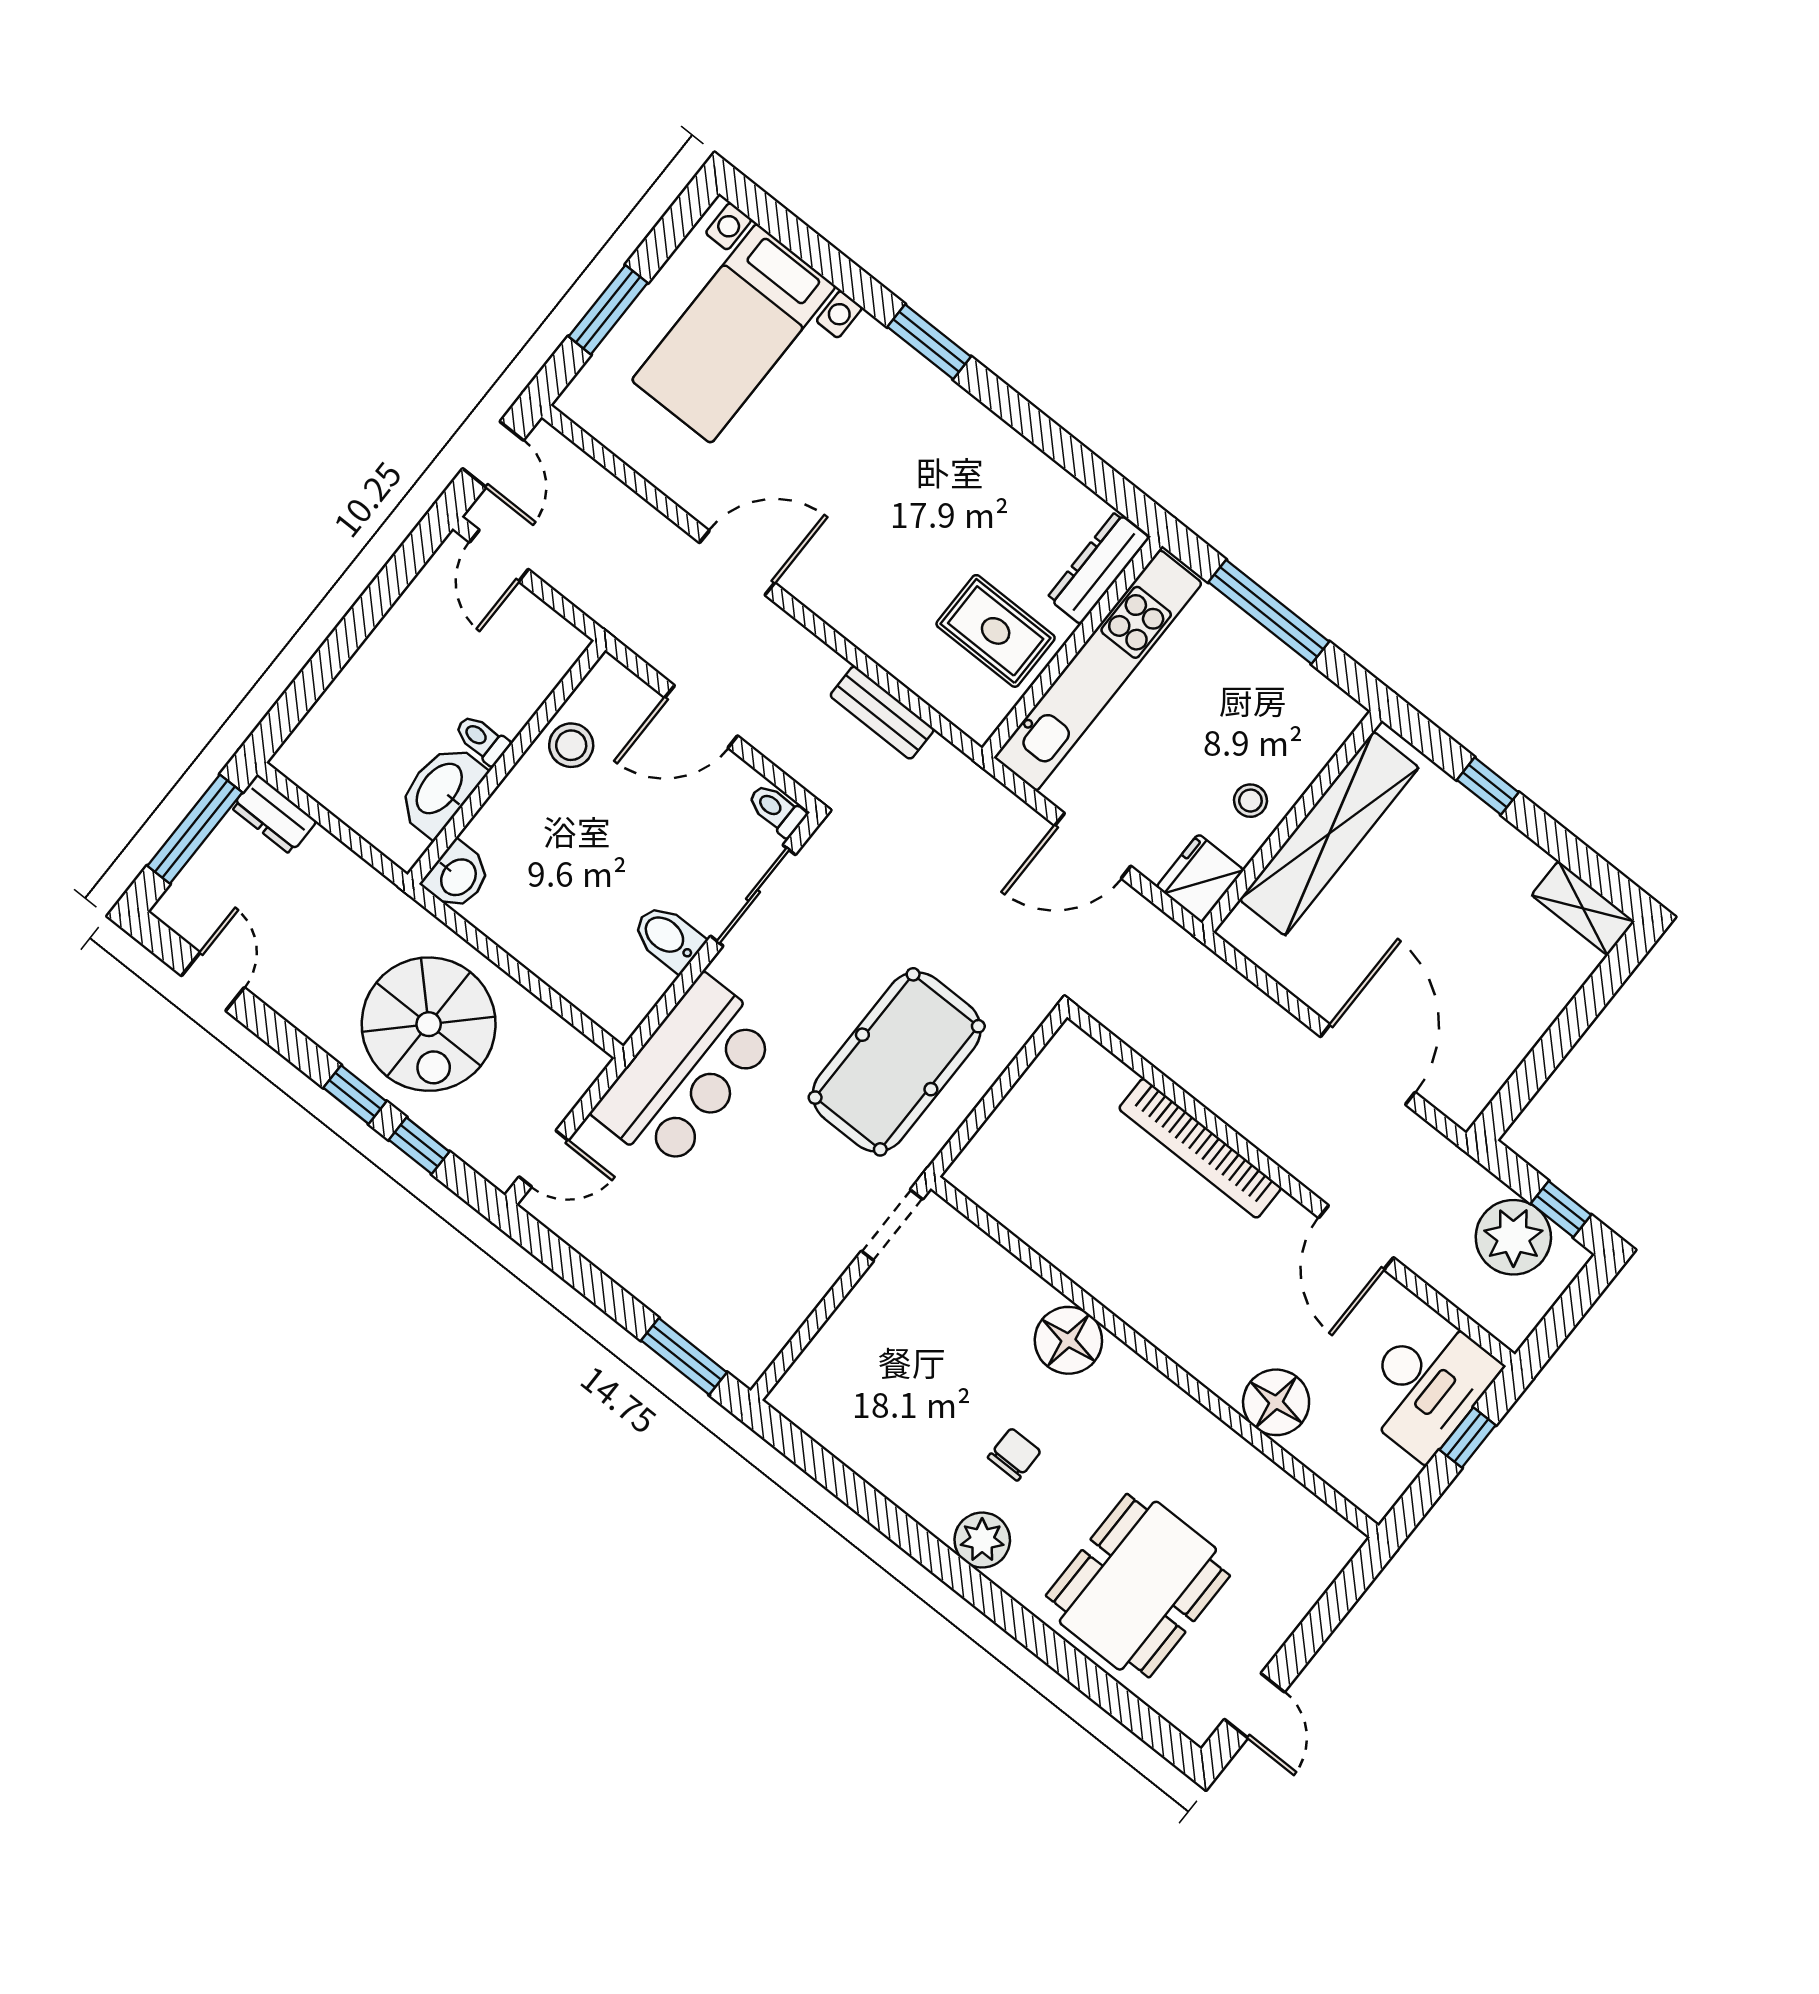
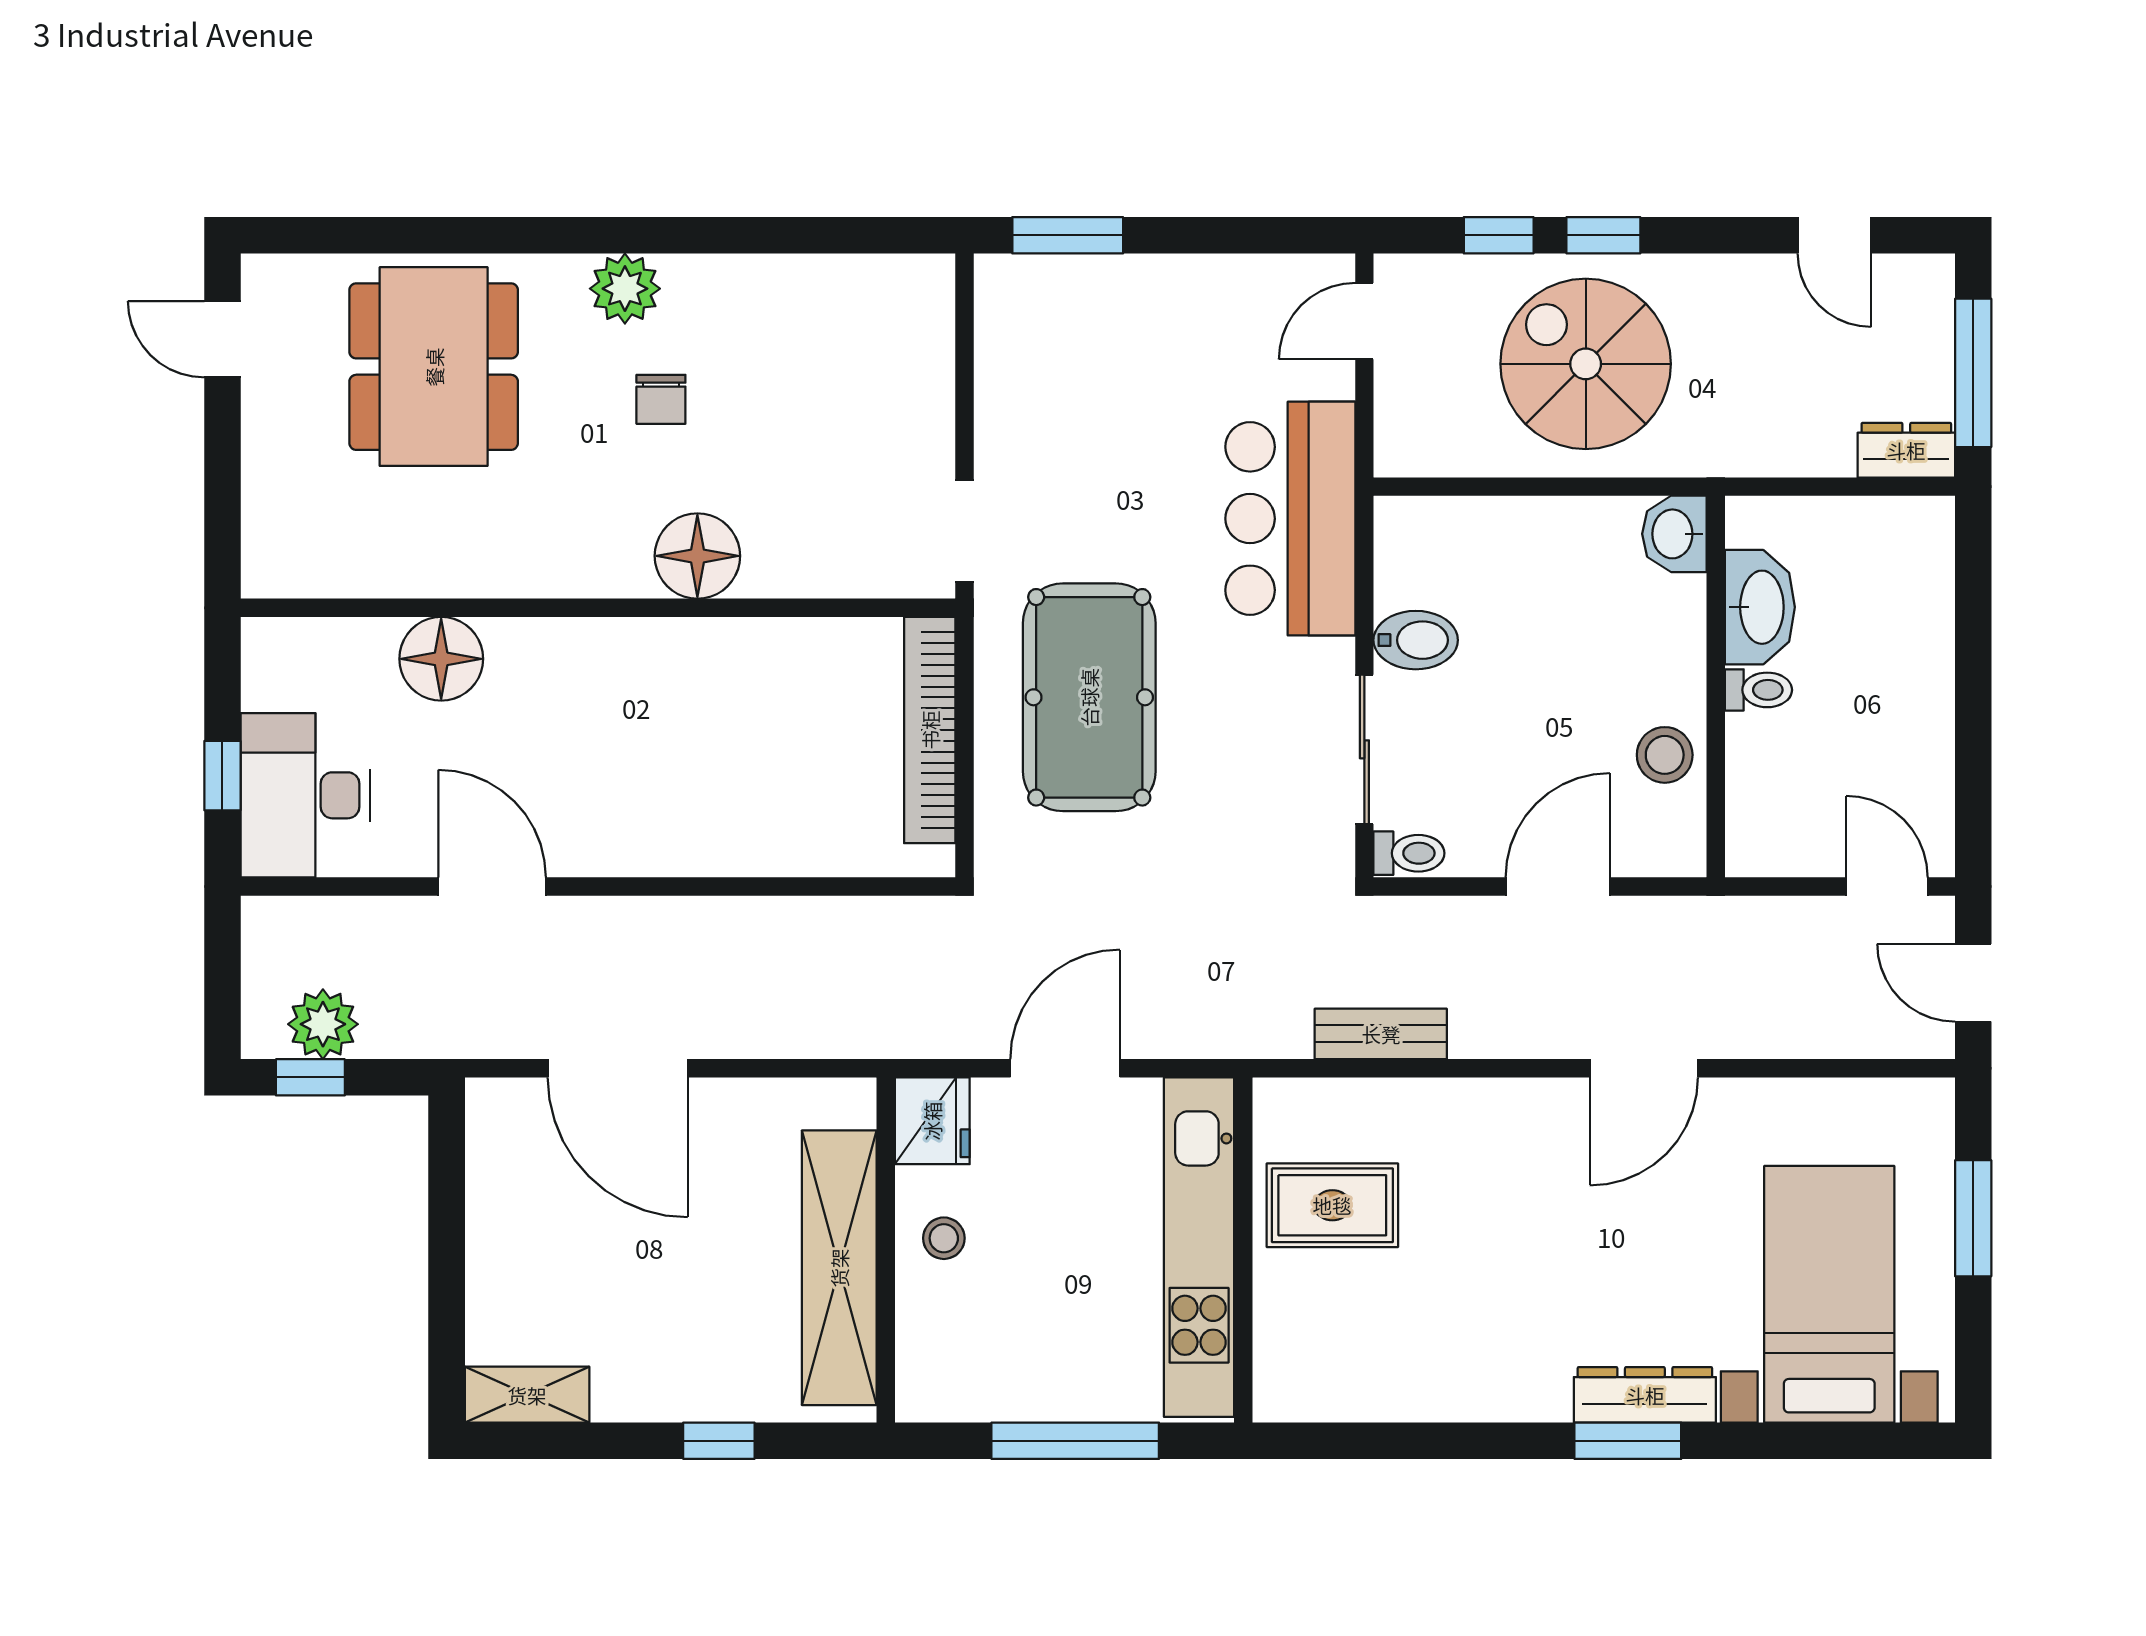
dresser: (1098, 568) -> (1645, 1395), moved, turned -90
bookcase: (1200, 1148) -> (930, 730), moved, turned -90
plant: (1513, 1237) -> (323, 1024), width x0.73, depth x0.73

